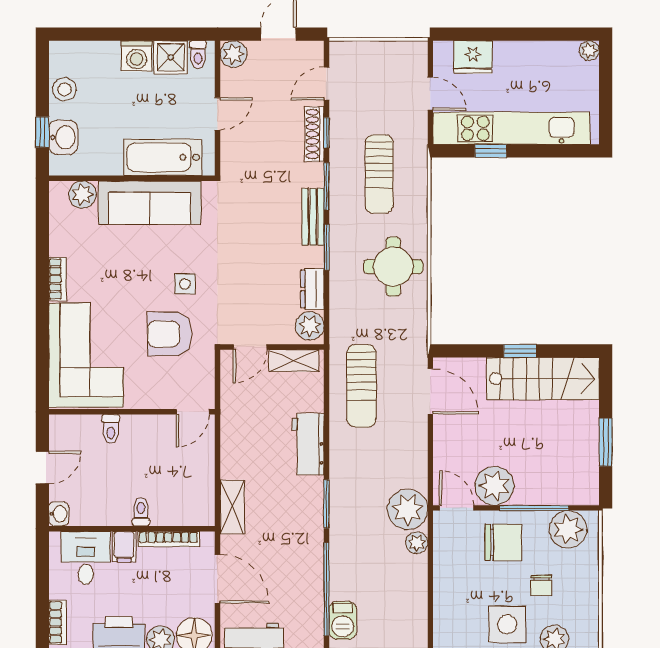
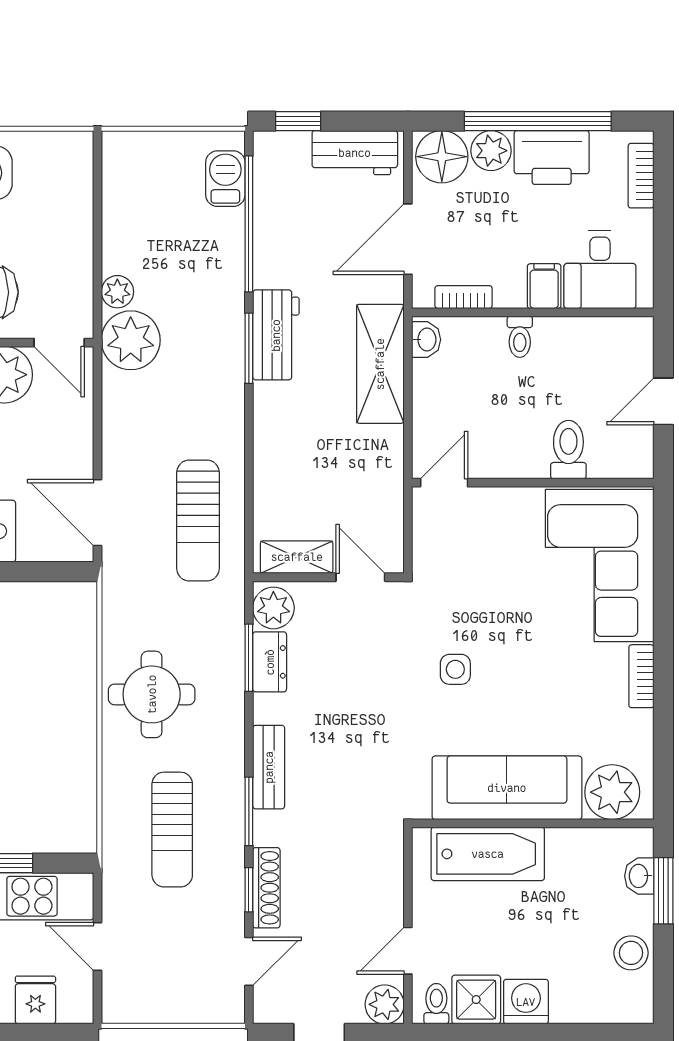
fridge: (473, 57) -> (35, 1000), width x0.72
door: (218, 114) -> (408, 951), moved
window: (42, 132) -> (663, 891), width x1.50
washbasin: (63, 137) -> (639, 876), width x0.72, depth x0.69
sun lounger: (379, 174) -> (172, 830), turned 180
plant: (82, 195) -> (612, 792), width x1.36, depth x1.36
window: (327, 247) -> (249, 658), moved
armchair: (170, 334) -> (478, 596), removed
door: (250, 347) -> (360, 577), hinge flipped
sun lounger: (361, 386) -> (198, 521), turned 180
toilet: (111, 429) -> (568, 450), width x1.37, depth x1.39
workbench: (308, 444) -> (276, 335), moved
shelving: (232, 507) -> (380, 364), width x1.50, depth x1.33
washbasin: (59, 514) -> (426, 340), moved, turned 180
bookcase: (168, 539) -> (464, 297), width x0.64
door: (218, 579) -> (408, 239), hinge flipped

